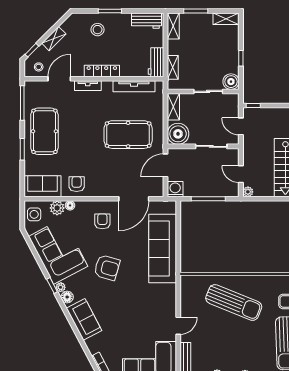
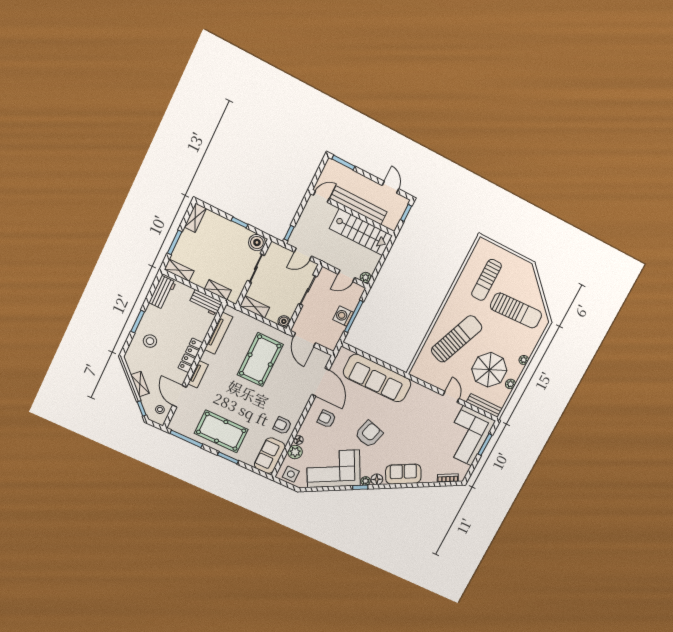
boiler: (178, 134) -> (284, 321), width x0.54, depth x0.54
washing machine: (175, 189) -> (343, 316), moved
parasol: (220, 348) -> (489, 370), added

